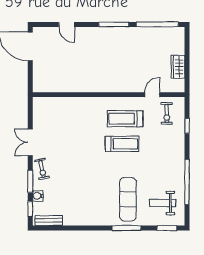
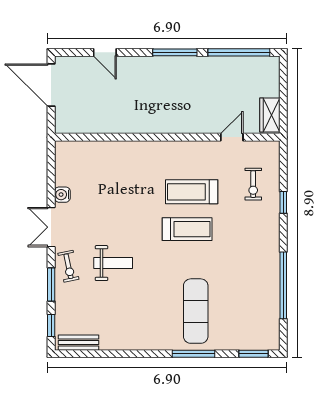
wall: (109, 95) -> (167, 137), moved
door: (152, 95) -> (232, 137), moved
water cooler: (38, 196) -> (62, 195), moved
weight bench: (163, 203) -> (113, 263), moved, turned 180

